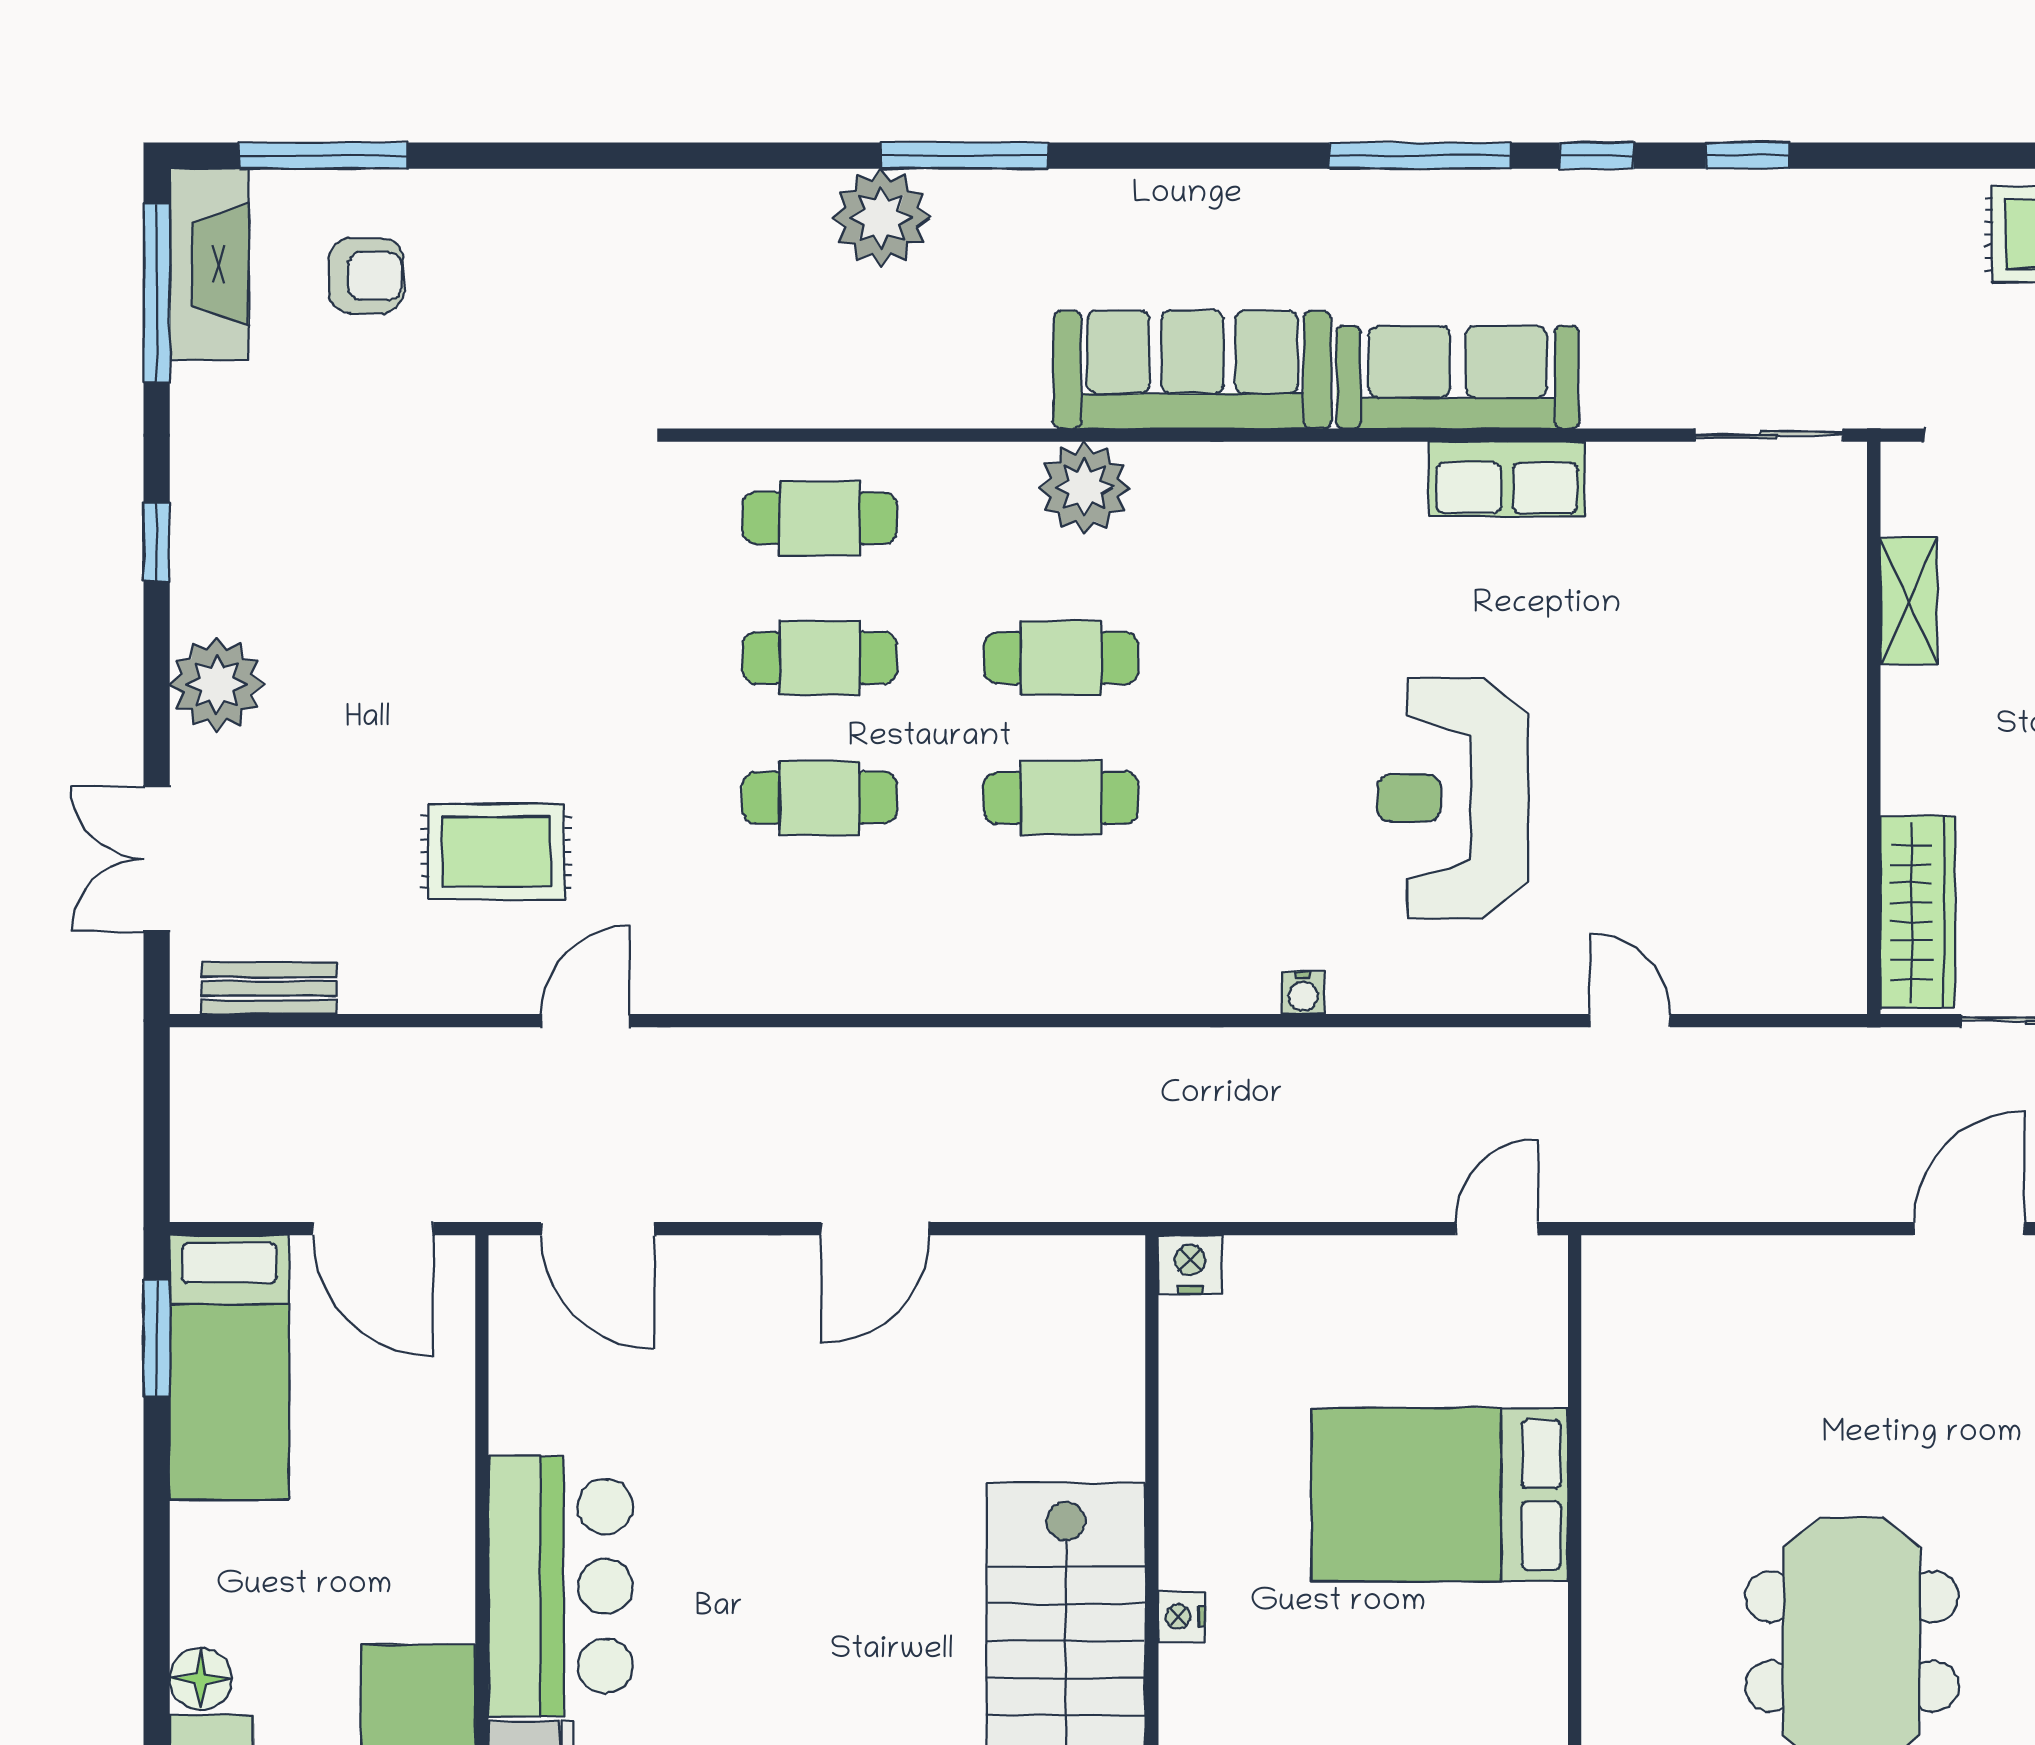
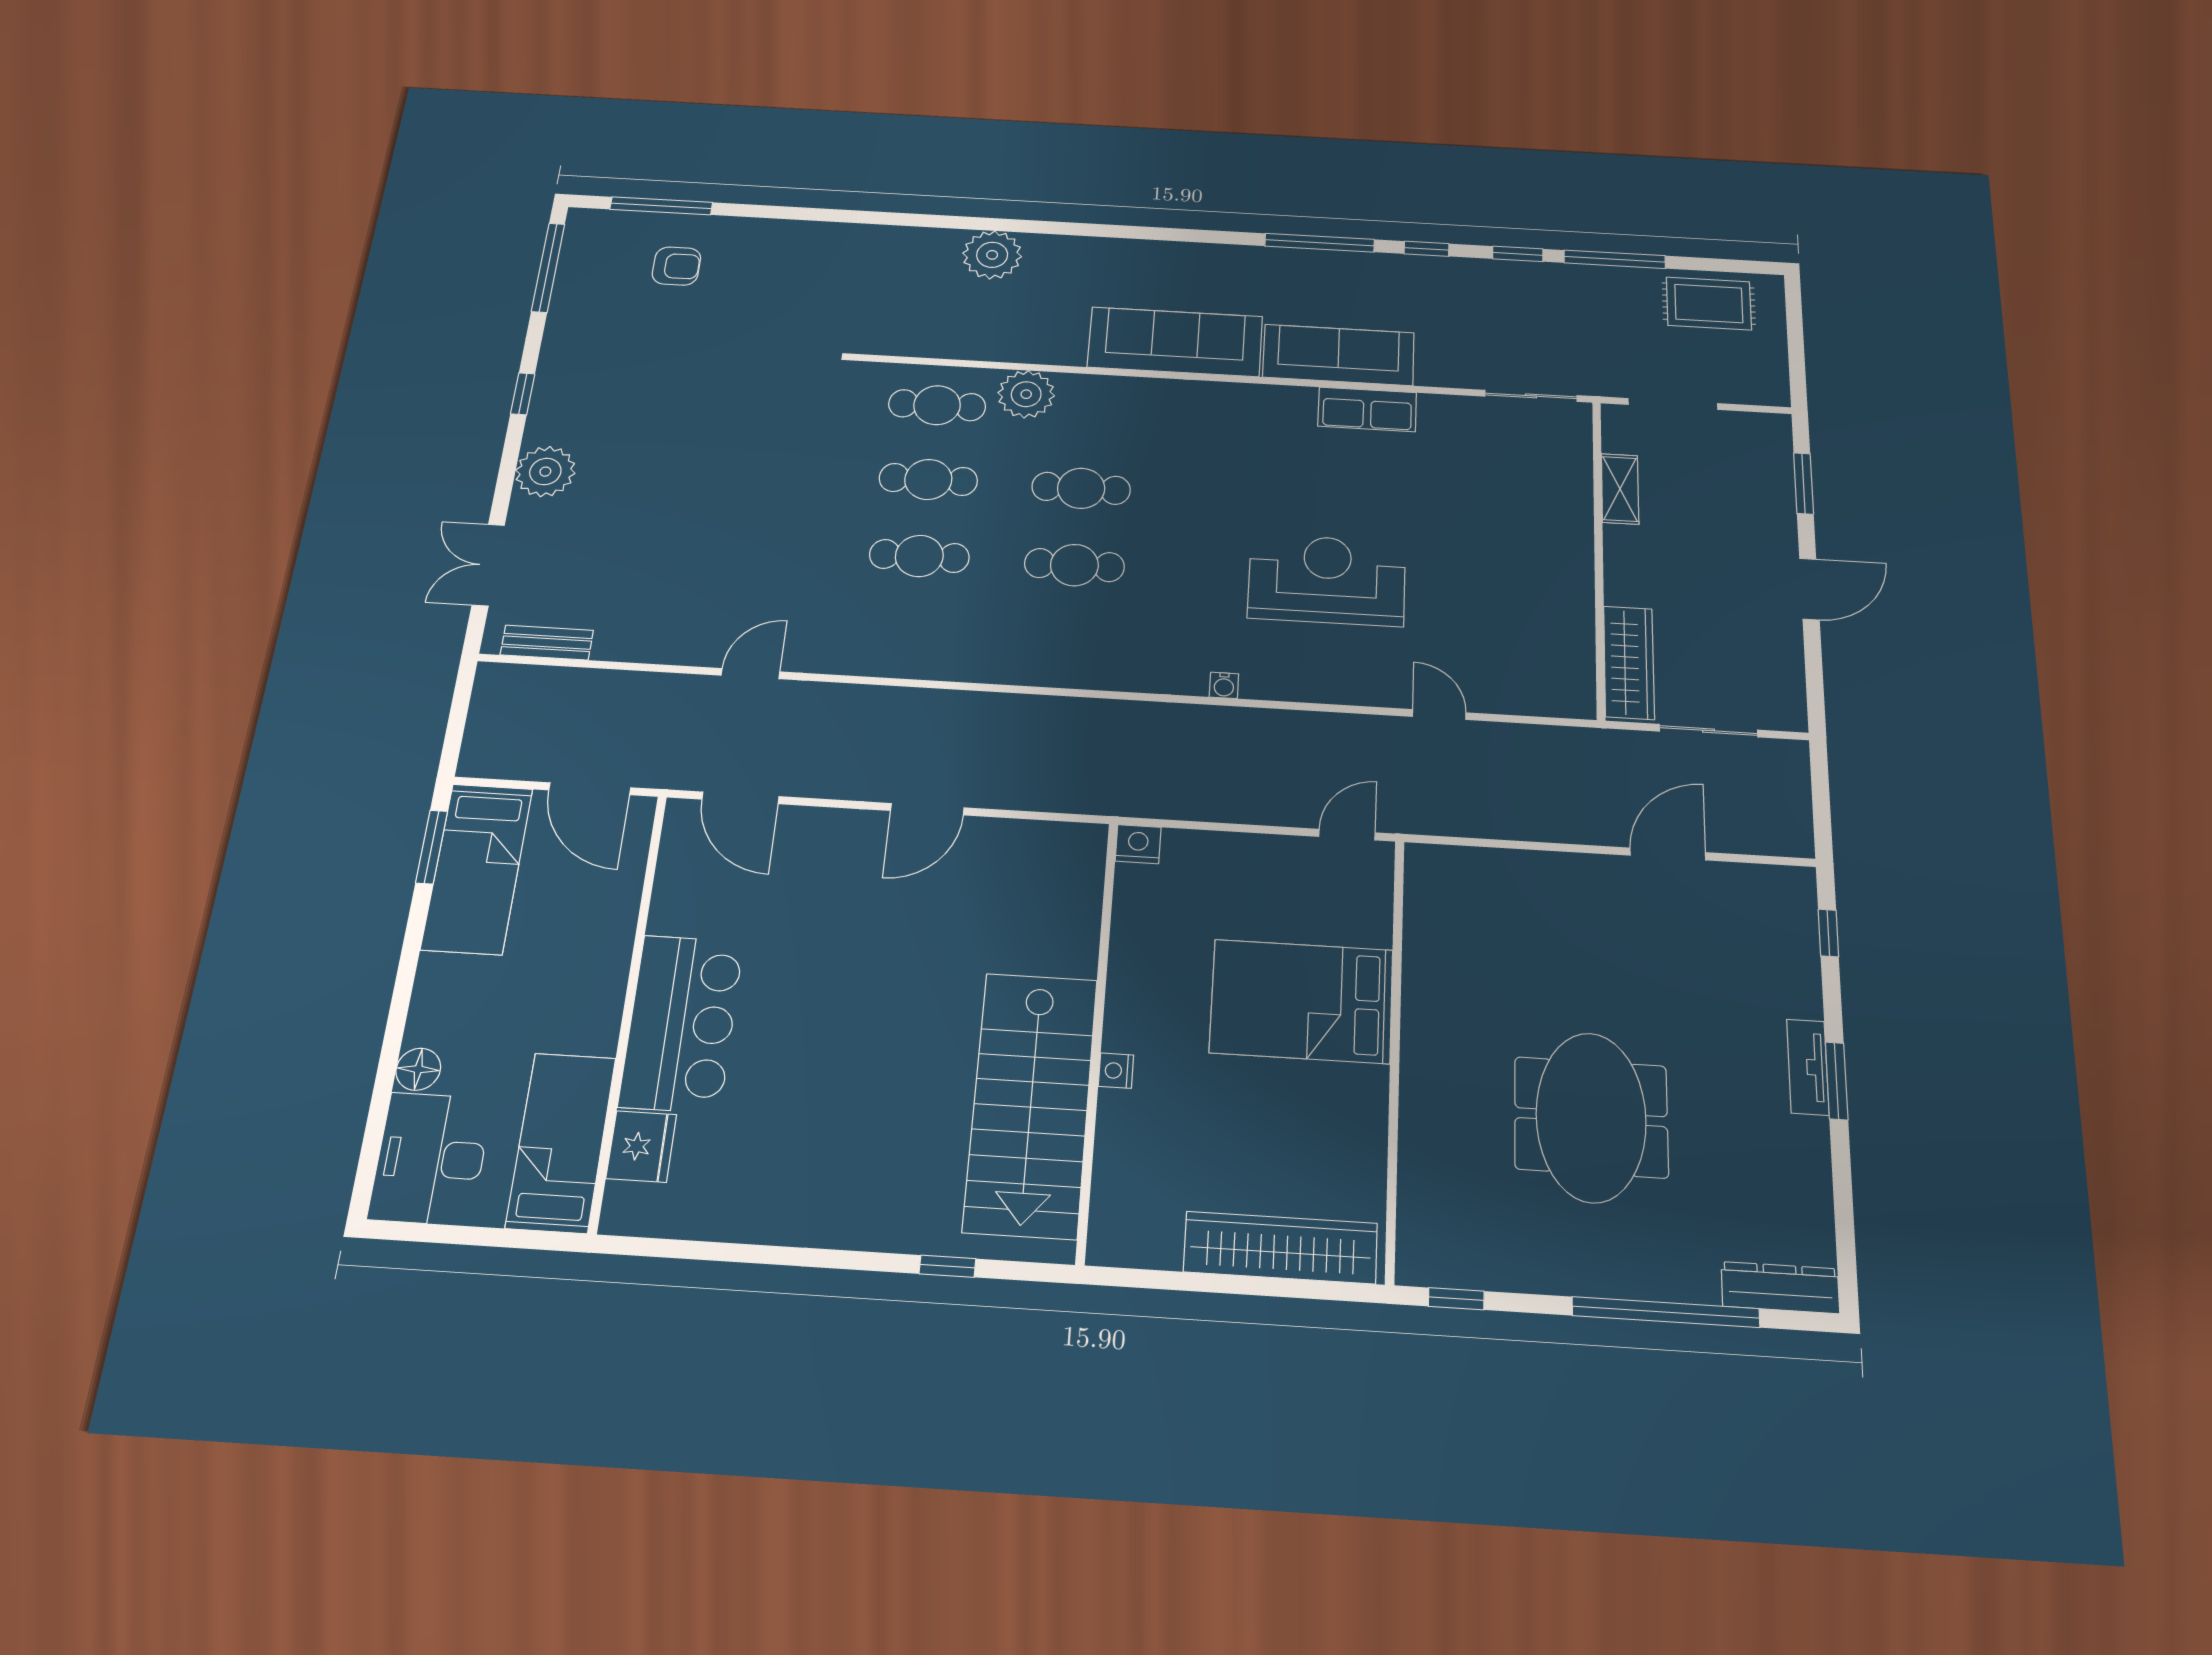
window: (965, 156) -> (1615, 259), moved
fireplace: (209, 264) -> (583, 255), removed
plant: (1084, 487) -> (1026, 394), moved
reception desk: (1453, 798) -> (1327, 580), turned 90
rug: (496, 852) -> (707, 574), removed

